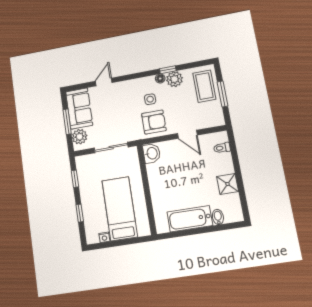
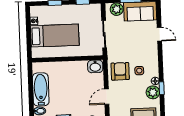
armchair: (154, 122) -> (120, 71), turned 180

